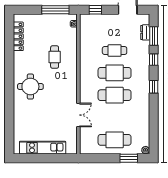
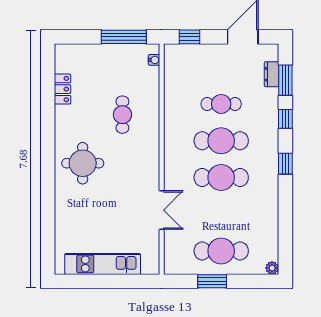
locker: (18, 36) -> (63, 89), width x0.66
window: (129, 158) -> (212, 281), moved

